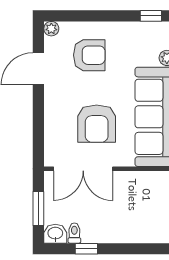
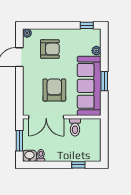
armchair: (97, 124) -> (54, 90), turned 180
toilet: (131, 186) -> (75, 127), added
window: (86, 249) -> (78, 165), moved

